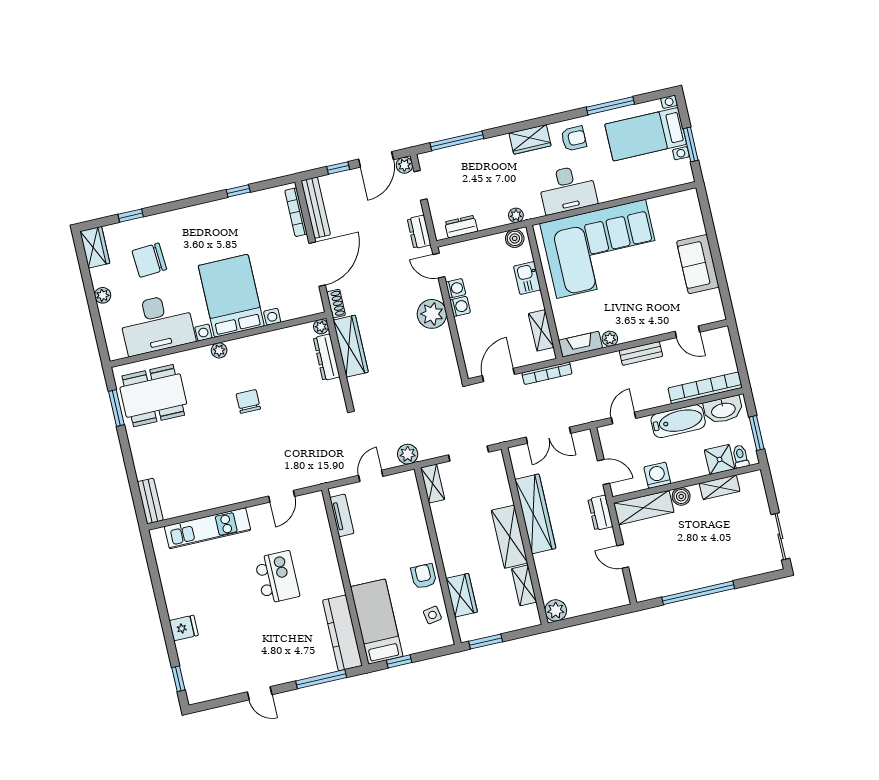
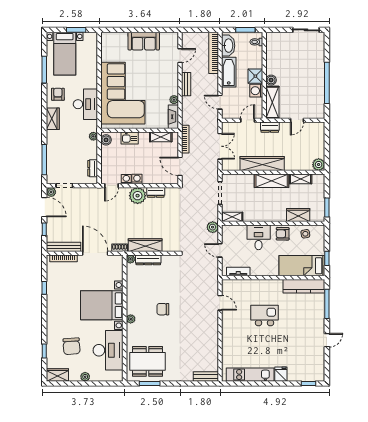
dresser: (419, 232) -> (156, 192), moved
dining table: (153, 396) -> (147, 361), turned 90
shower: (720, 459) -> (255, 76), moved
shelving: (720, 487) -> (271, 57), removed
kitchen unit: (208, 528) -> (250, 375), moved, turned -90
desk: (408, 536) -> (259, 237), added

